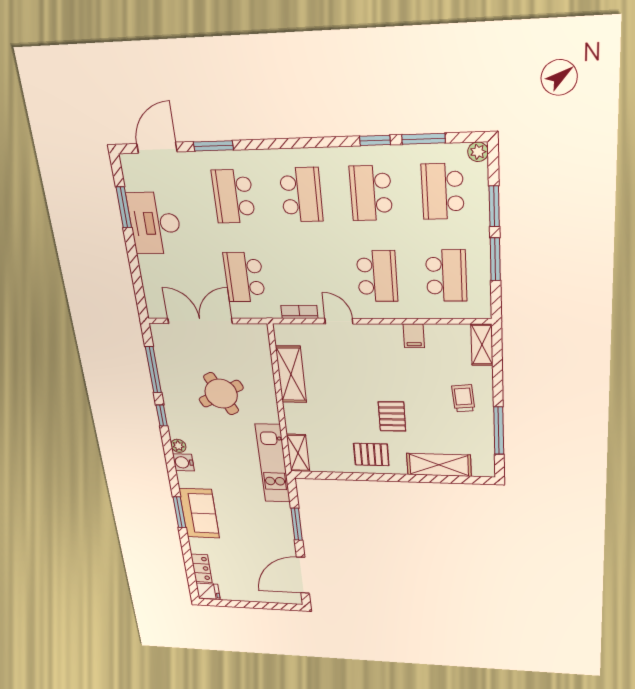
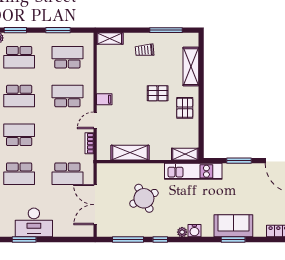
window: (494, 206) -> (15, 30), moved
filing cabinet: (414, 336) -> (104, 99), moved

